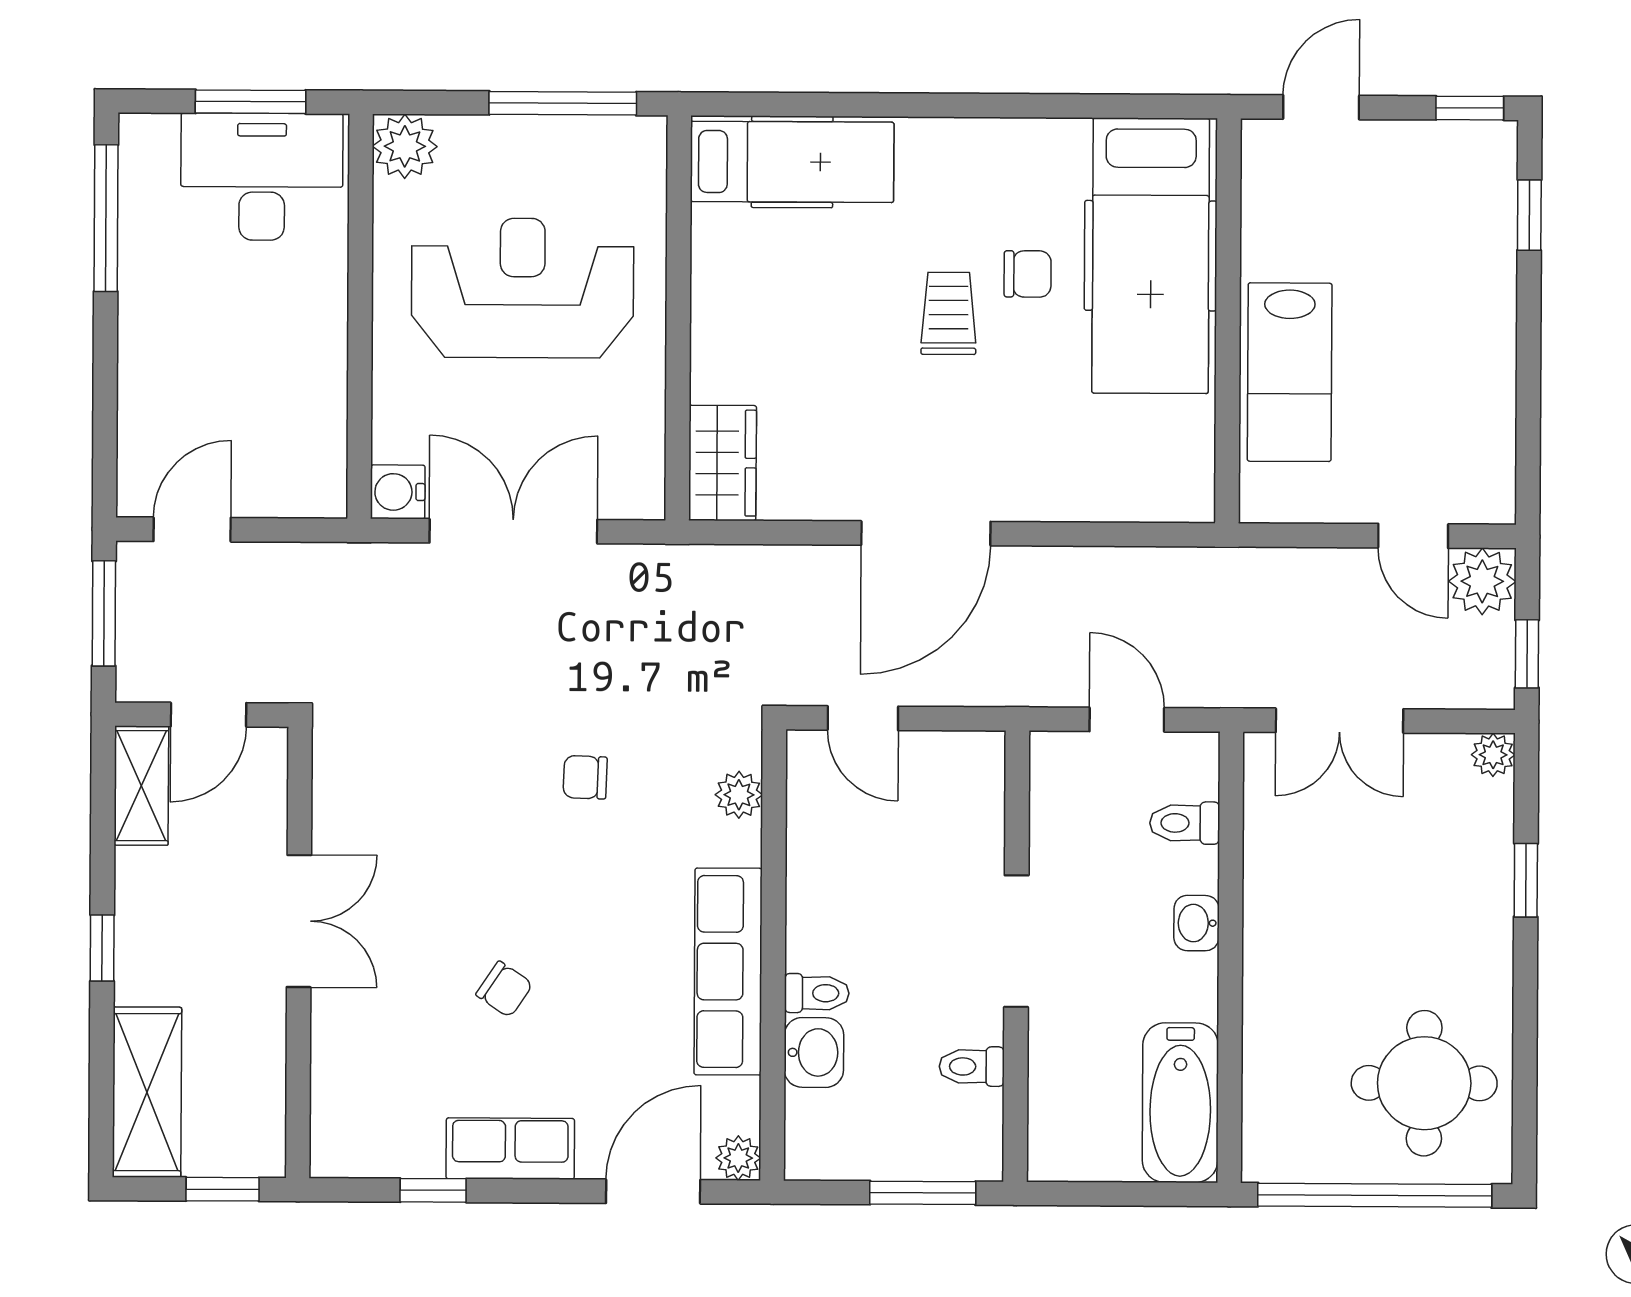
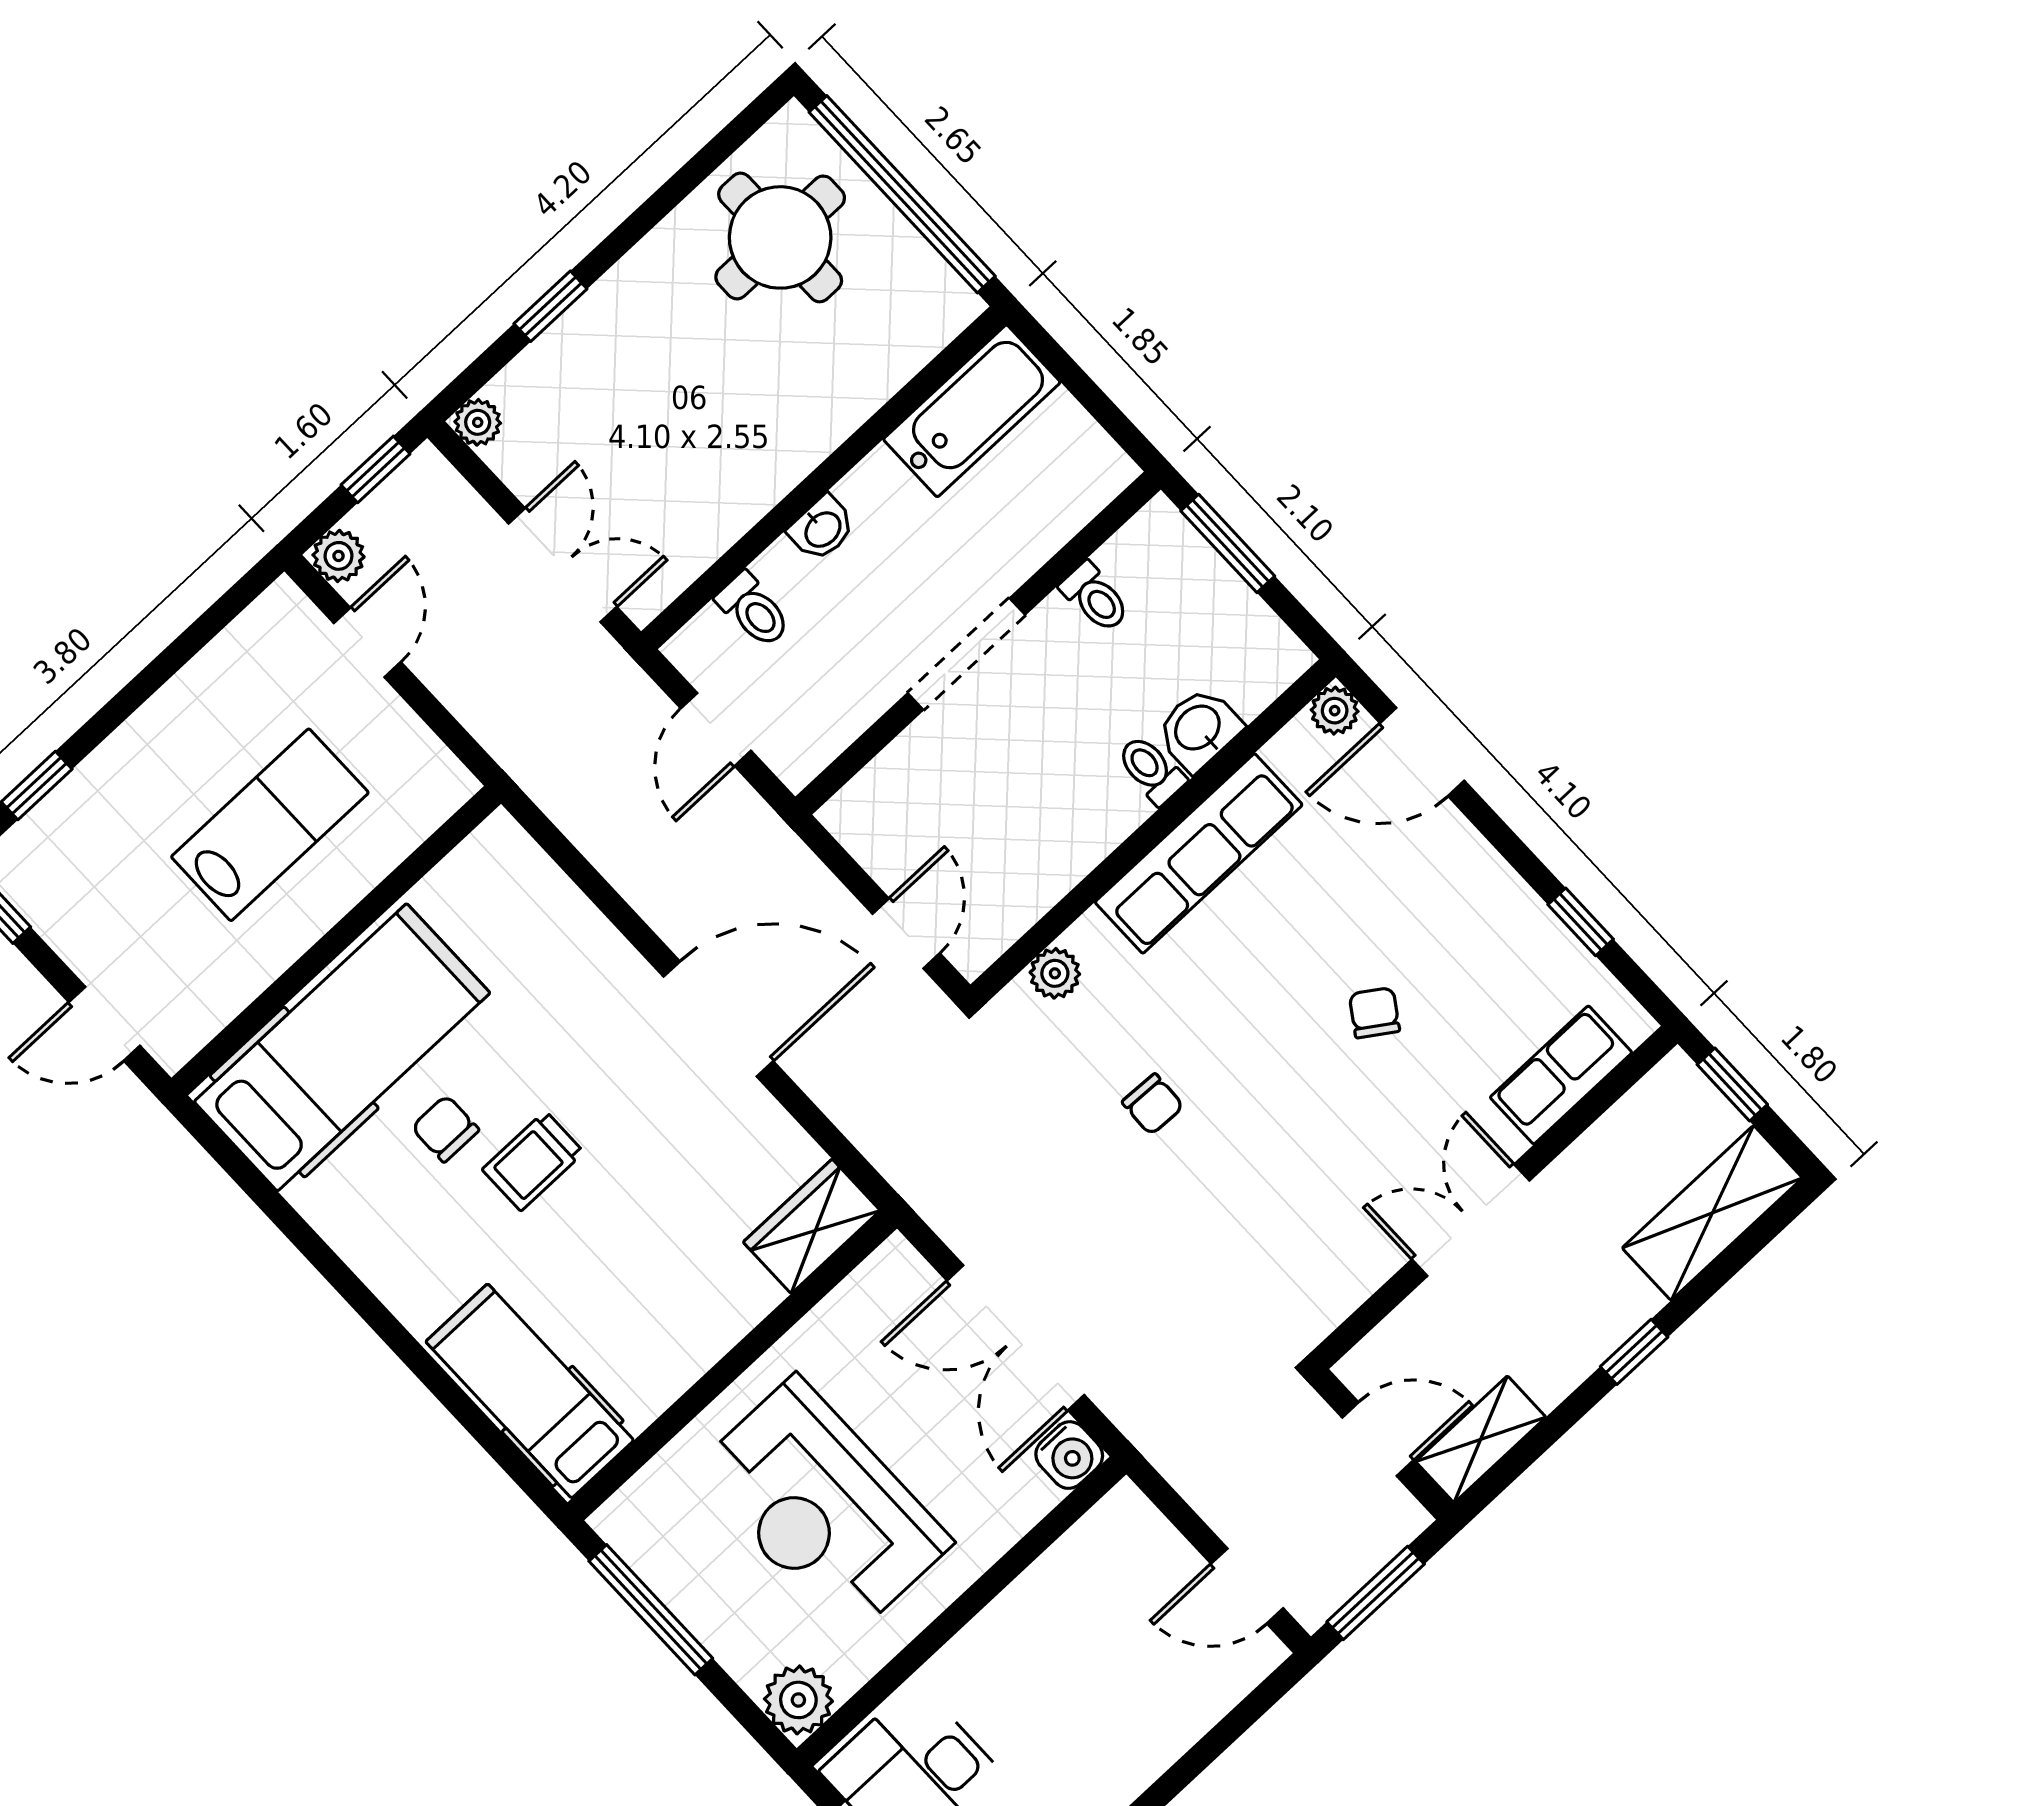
lab bench: (1290, 372) -> (270, 825), moved
plant: (1482, 581) -> (339, 556), width x0.73, depth x0.73
row of seats: (510, 1149) -> (1561, 1075), moved, turned 90

